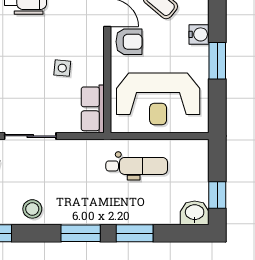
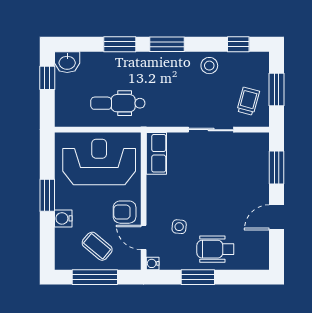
side table: (62, 68) -> (179, 227), moved

